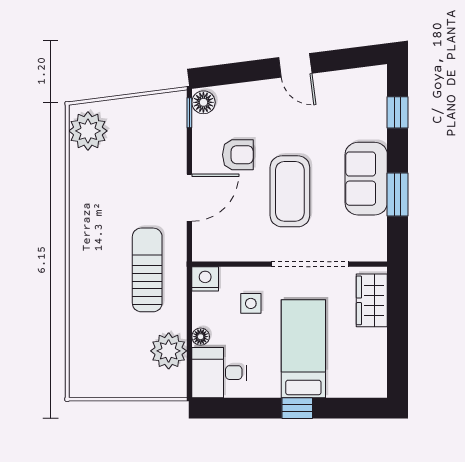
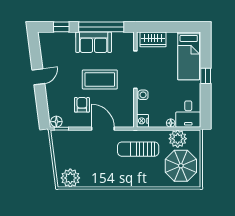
window: (398, 194) -> (101, 27), width x2.11
side table: (251, 303) -> (143, 95), moved
bed: (303, 349) -> (189, 56), moved, turned -90
parasol: (113, 358) -> (181, 166), added

